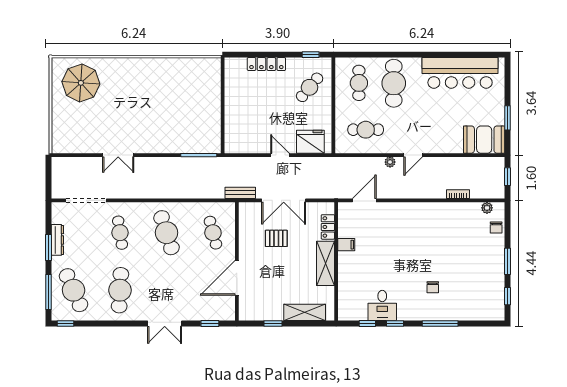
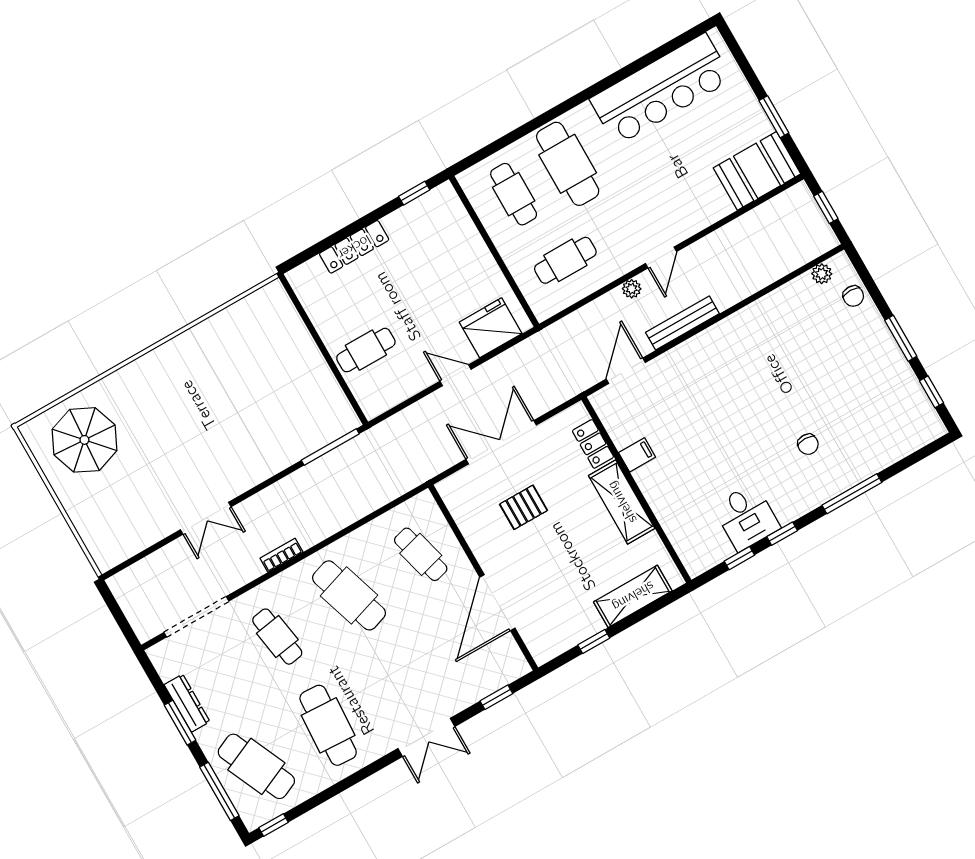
cafe table: (310, 87) -> (366, 350), moved, turned 50
bench: (240, 193) -> (682, 323), moved, width x1.36
bookcase: (458, 194) -> (281, 555), moved
double door: (284, 200) -> (501, 442), swing flipped

